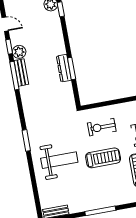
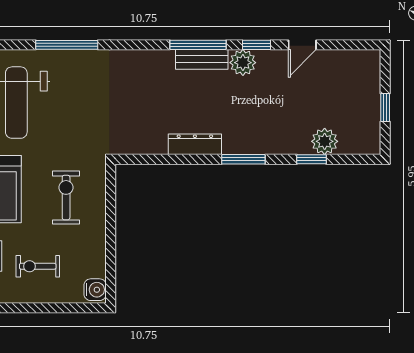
window: (72, 69) -> (243, 159), moved
window: (26, 140) -> (67, 45), width x1.44

